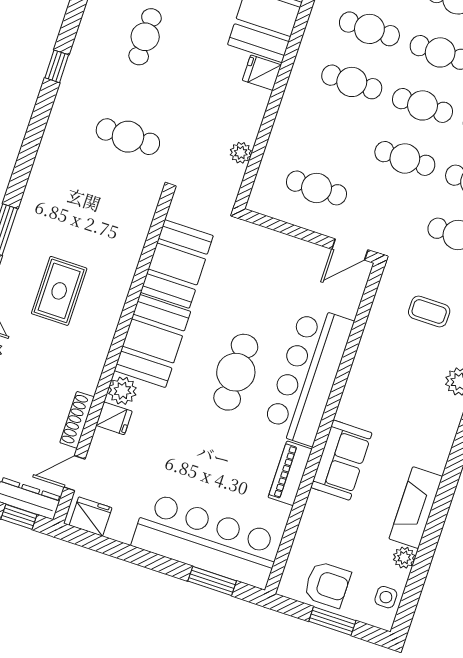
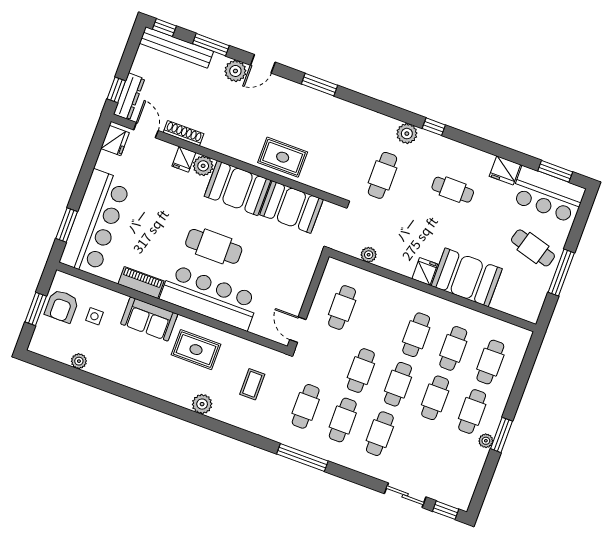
plant: (68, 104) -> (407, 134), added
rug: (59, 291) -> (283, 157), moved
rug: (383, 393) -> (196, 350), added
fireplace: (416, 508) -> (114, 371), removed
side table: (386, 597) -> (94, 316), moved

